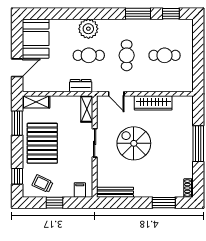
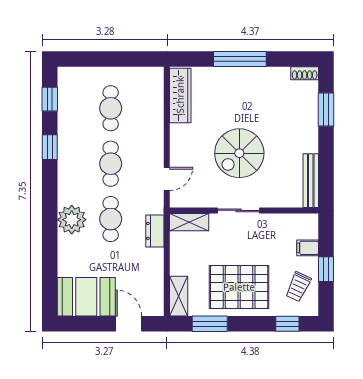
window: (138, 14) -> (50, 147), width x0.67
cafe table: (127, 55) -> (111, 164), turned 90
wardrobe: (153, 103) -> (180, 95), moved
filing cabinet: (80, 190) -> (308, 248), moved

